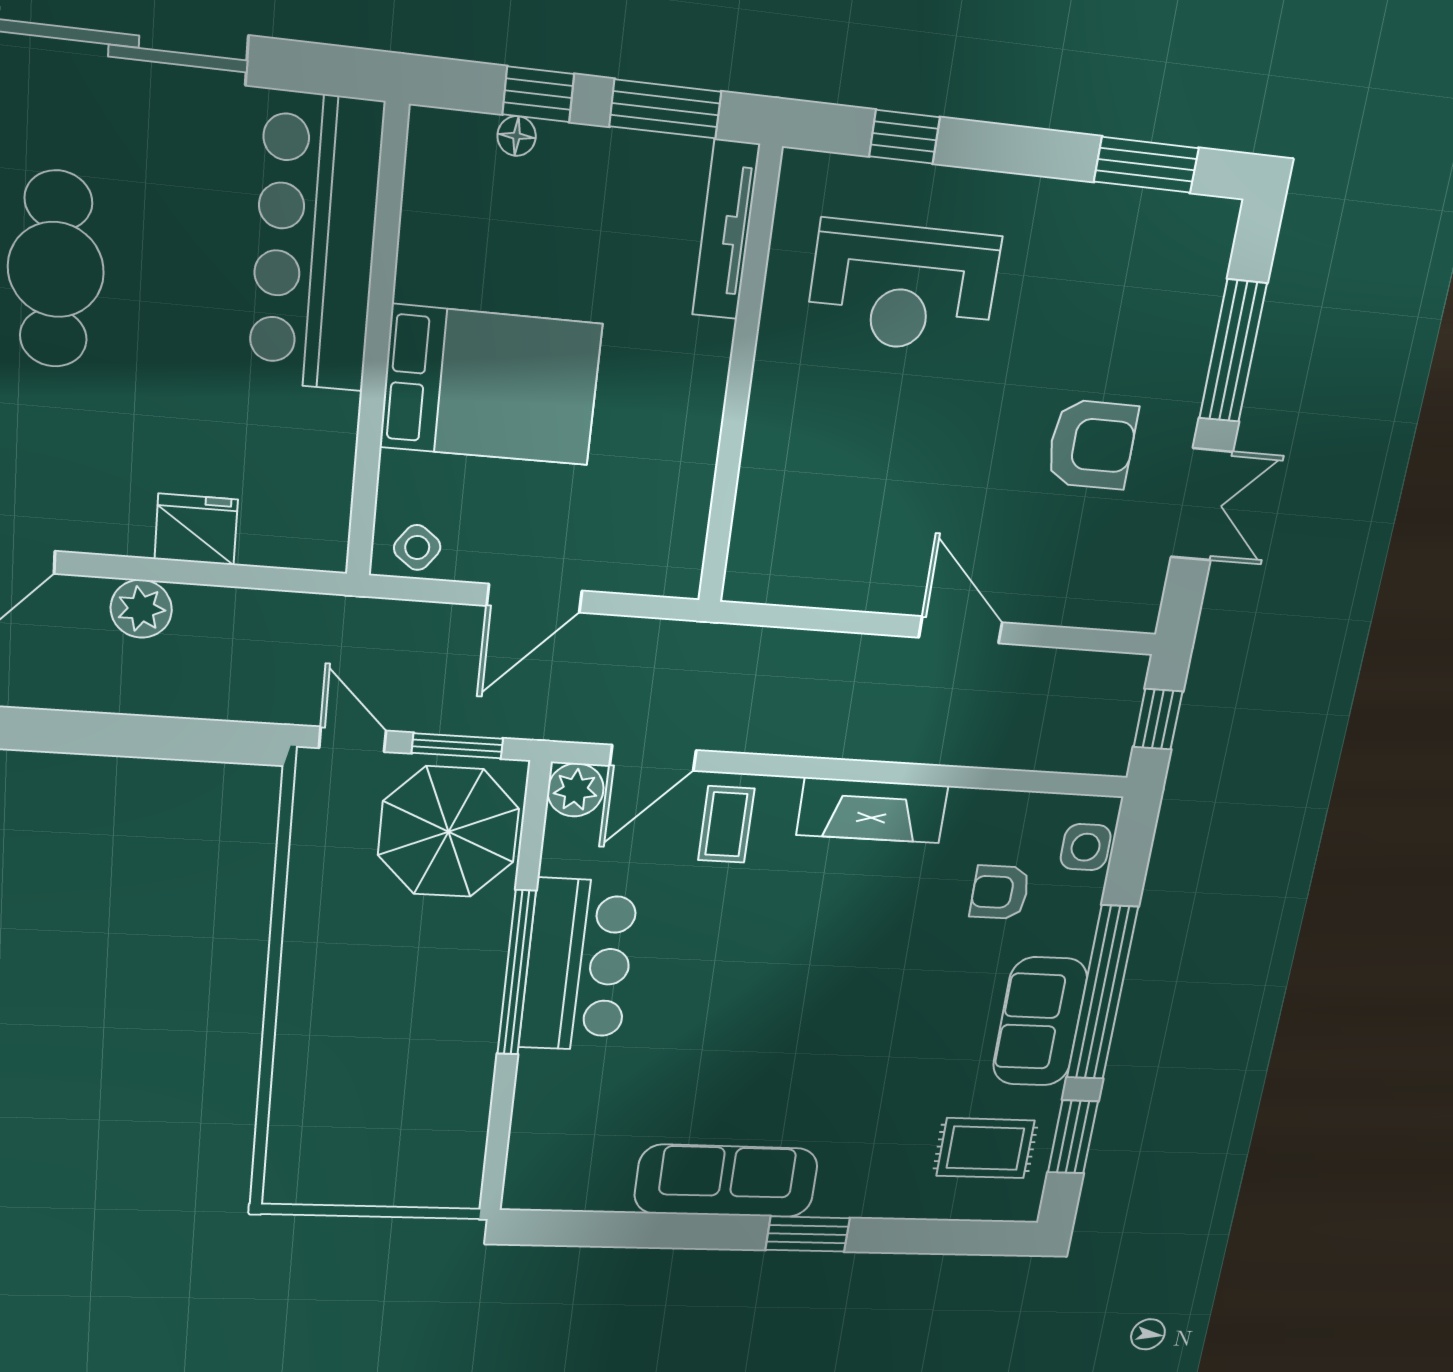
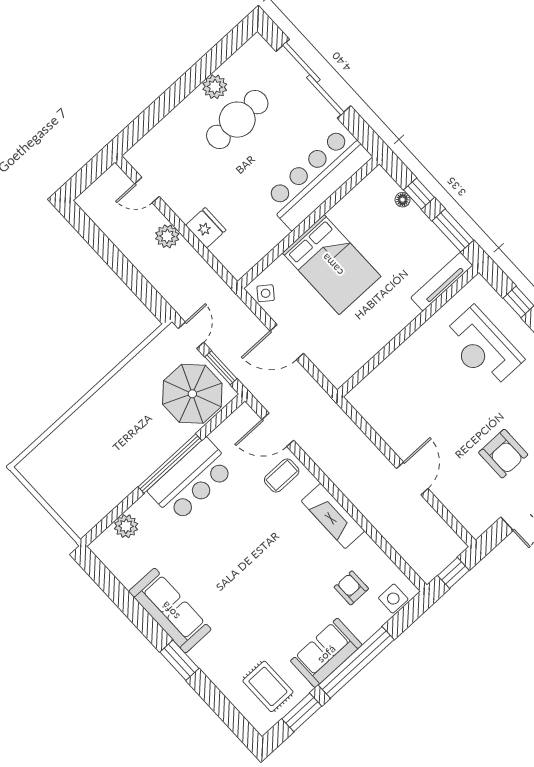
plant: (575, 790) -> (126, 526), moved

